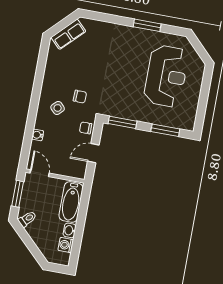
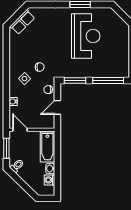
reception desk: (166, 76) -> (86, 36), moved
window: (165, 130) -> (108, 80), width x1.44

